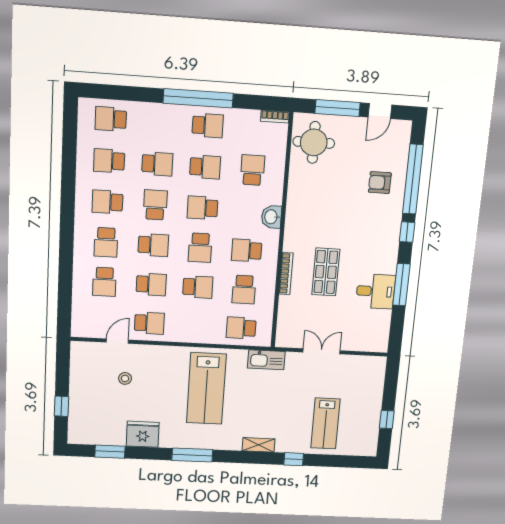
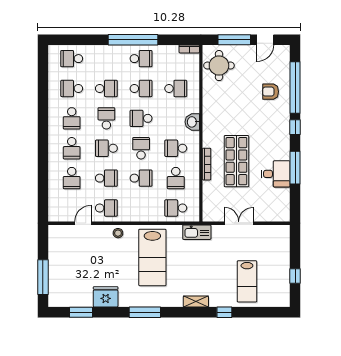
school desk: (253, 170) -> (176, 88), turned 90
school desk: (108, 202) -> (72, 118), turned -90
school desk: (153, 245) -> (106, 148), turned 180
school desk: (200, 248) -> (141, 148), turned 180
shop shelf: (326, 272) -> (236, 161), width x1.43, depth x1.36
stool: (125, 378) -> (118, 233), moved
window: (62, 406) -> (43, 277), width x2.17

